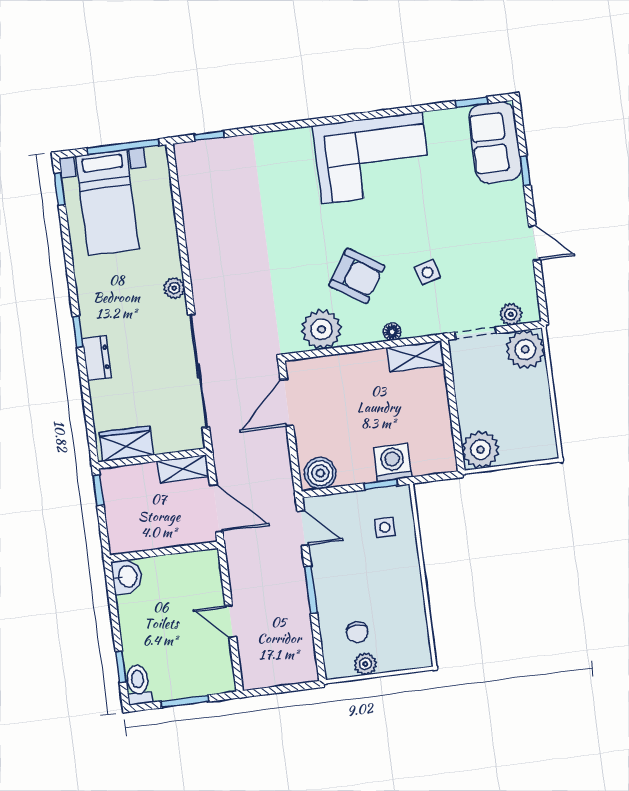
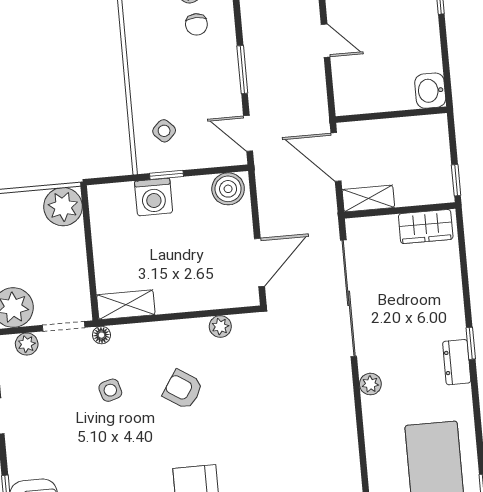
armchair: (357, 276) -> (183, 389), width x0.72, depth x0.72
plant: (321, 329) -> (220, 327), width x0.53, depth x0.53
floor lamp: (392, 332) -> (101, 335), moved
dresser: (97, 358) -> (457, 362), moved
side table: (385, 527) -> (164, 131), turned 45
chair: (357, 632) -> (196, 24), turned 180

